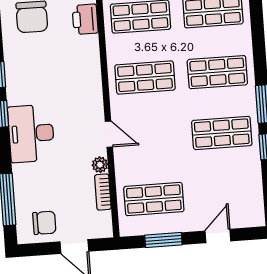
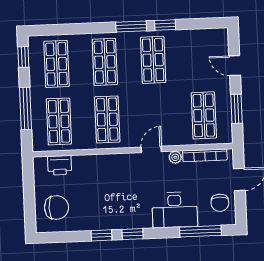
desk: (31, 133) -> (175, 210), moved
bookcase: (103, 192) -> (205, 155), width x1.56
chair: (44, 223) -> (220, 203), turned 180

